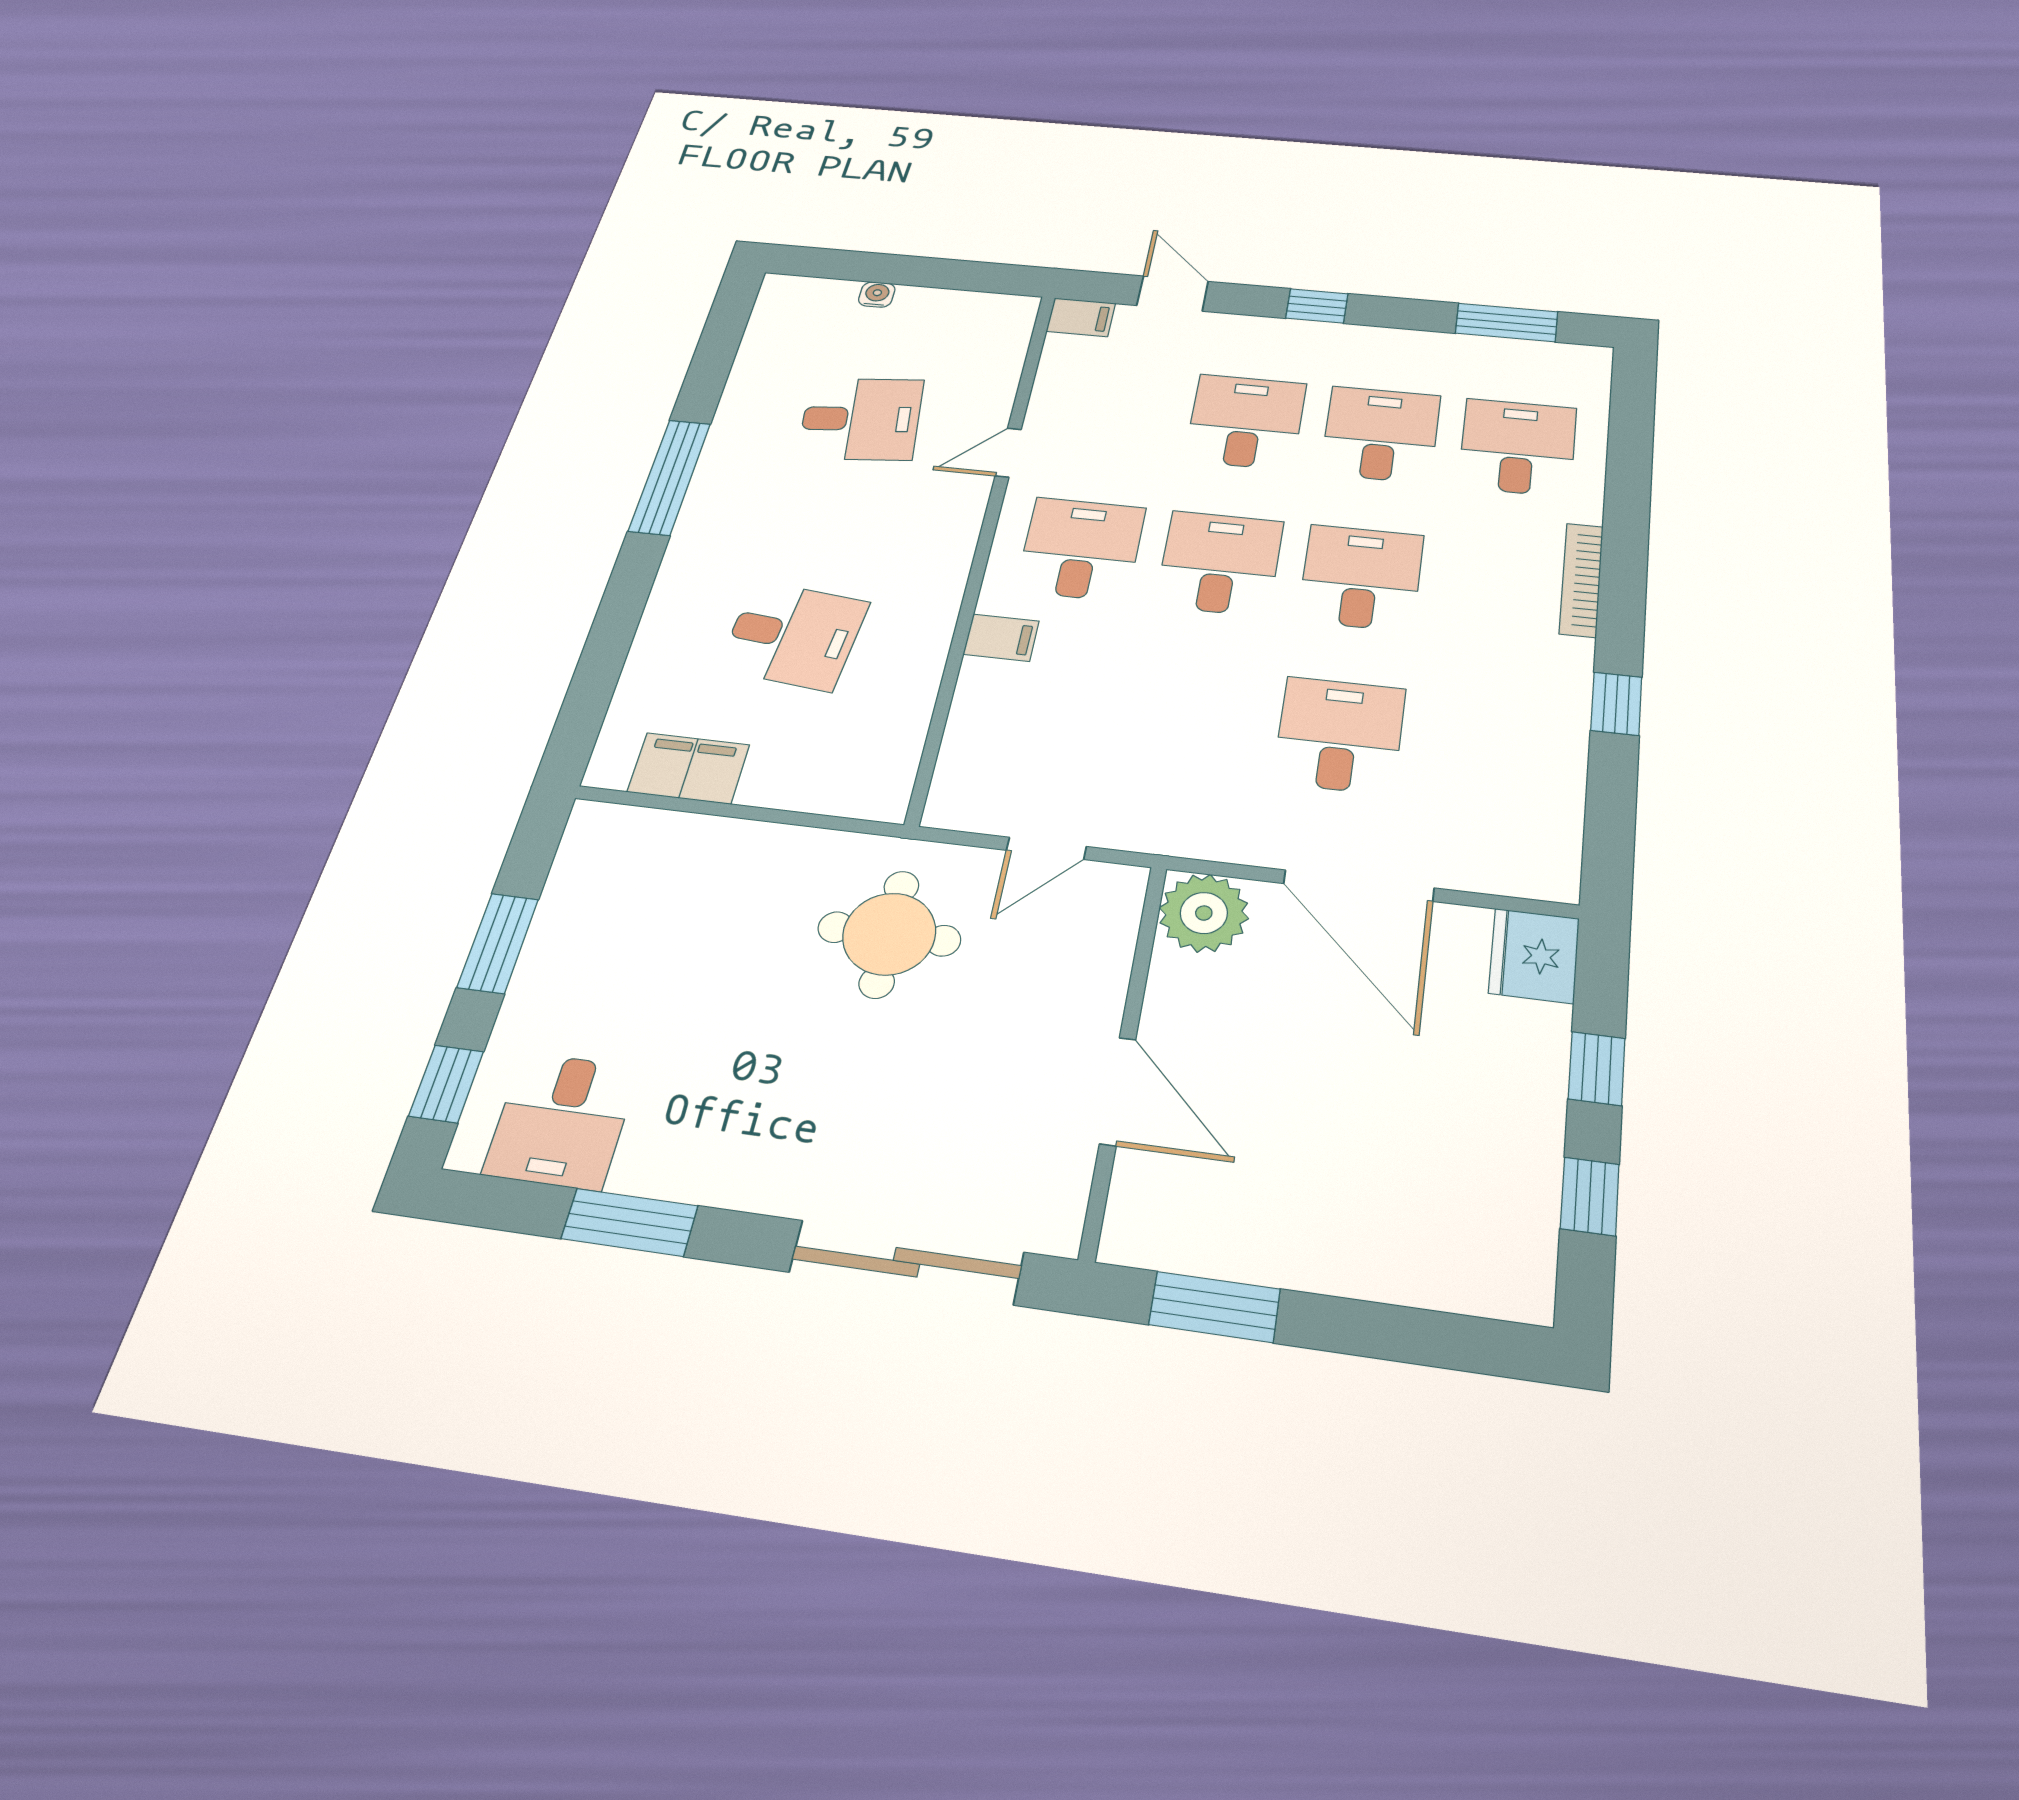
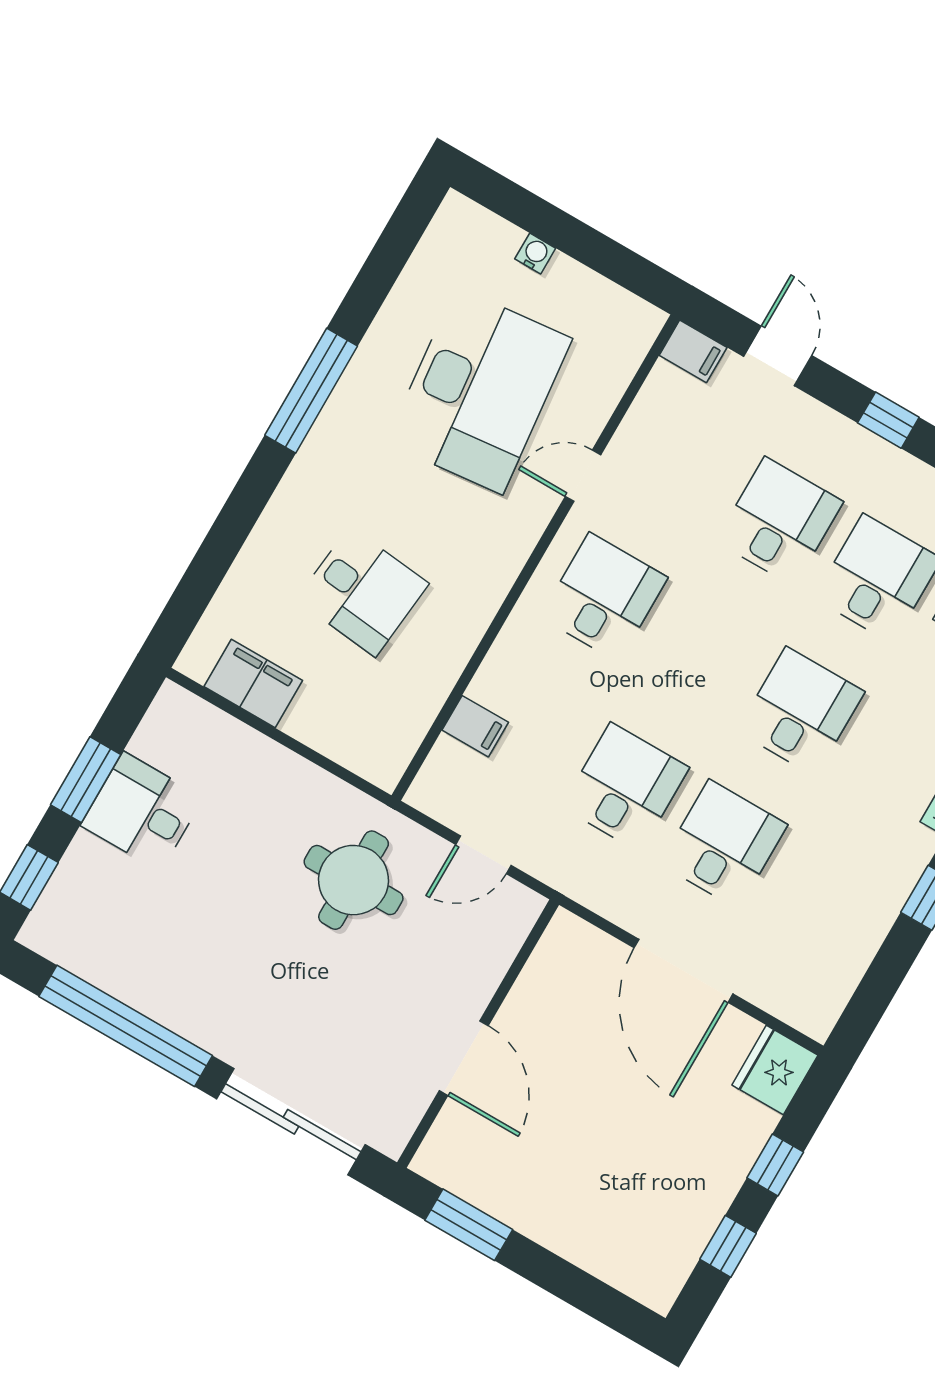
desk: (861, 419) -> (479, 391), width x1.87, depth x1.30
desk: (1220, 563) -> (625, 787), moved
filing cabinet: (1001, 638) -> (475, 726), moved
plant: (1204, 913) -> (571, 950), removed
desk: (561, 1121) -> (142, 811), moved, turned 90
window: (630, 1222) -> (126, 1026), width x2.11

